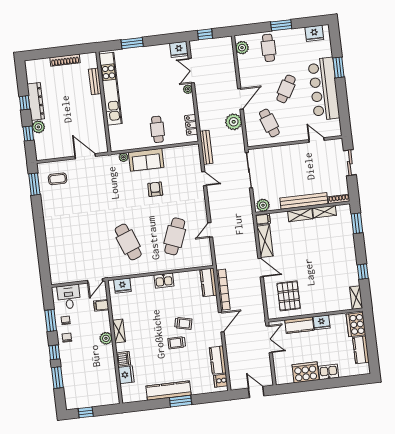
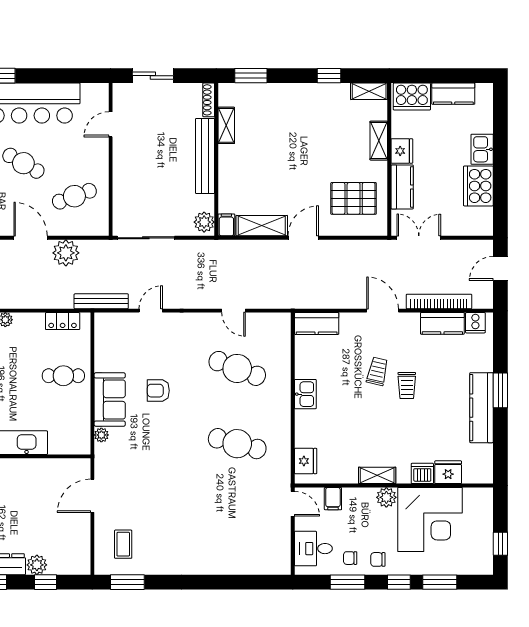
shelving: (300, 215) -> (379, 141), moved
cafe table: (128, 242) -> (237, 444), turned 36
bookcase: (223, 290) -> (439, 301), moved
corner desk: (95, 367) -> (430, 519), added

